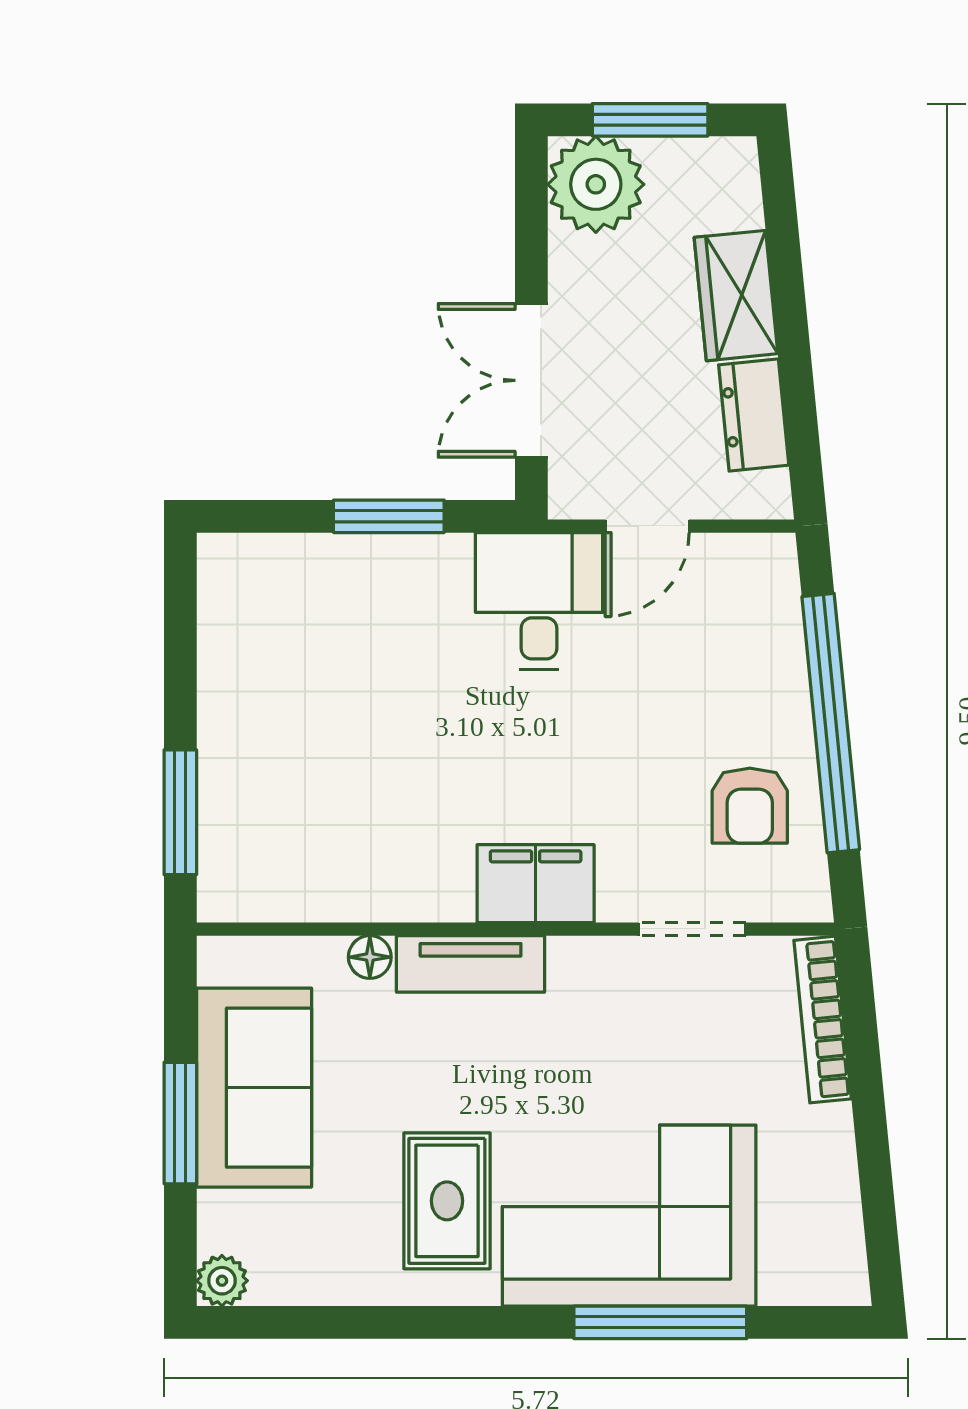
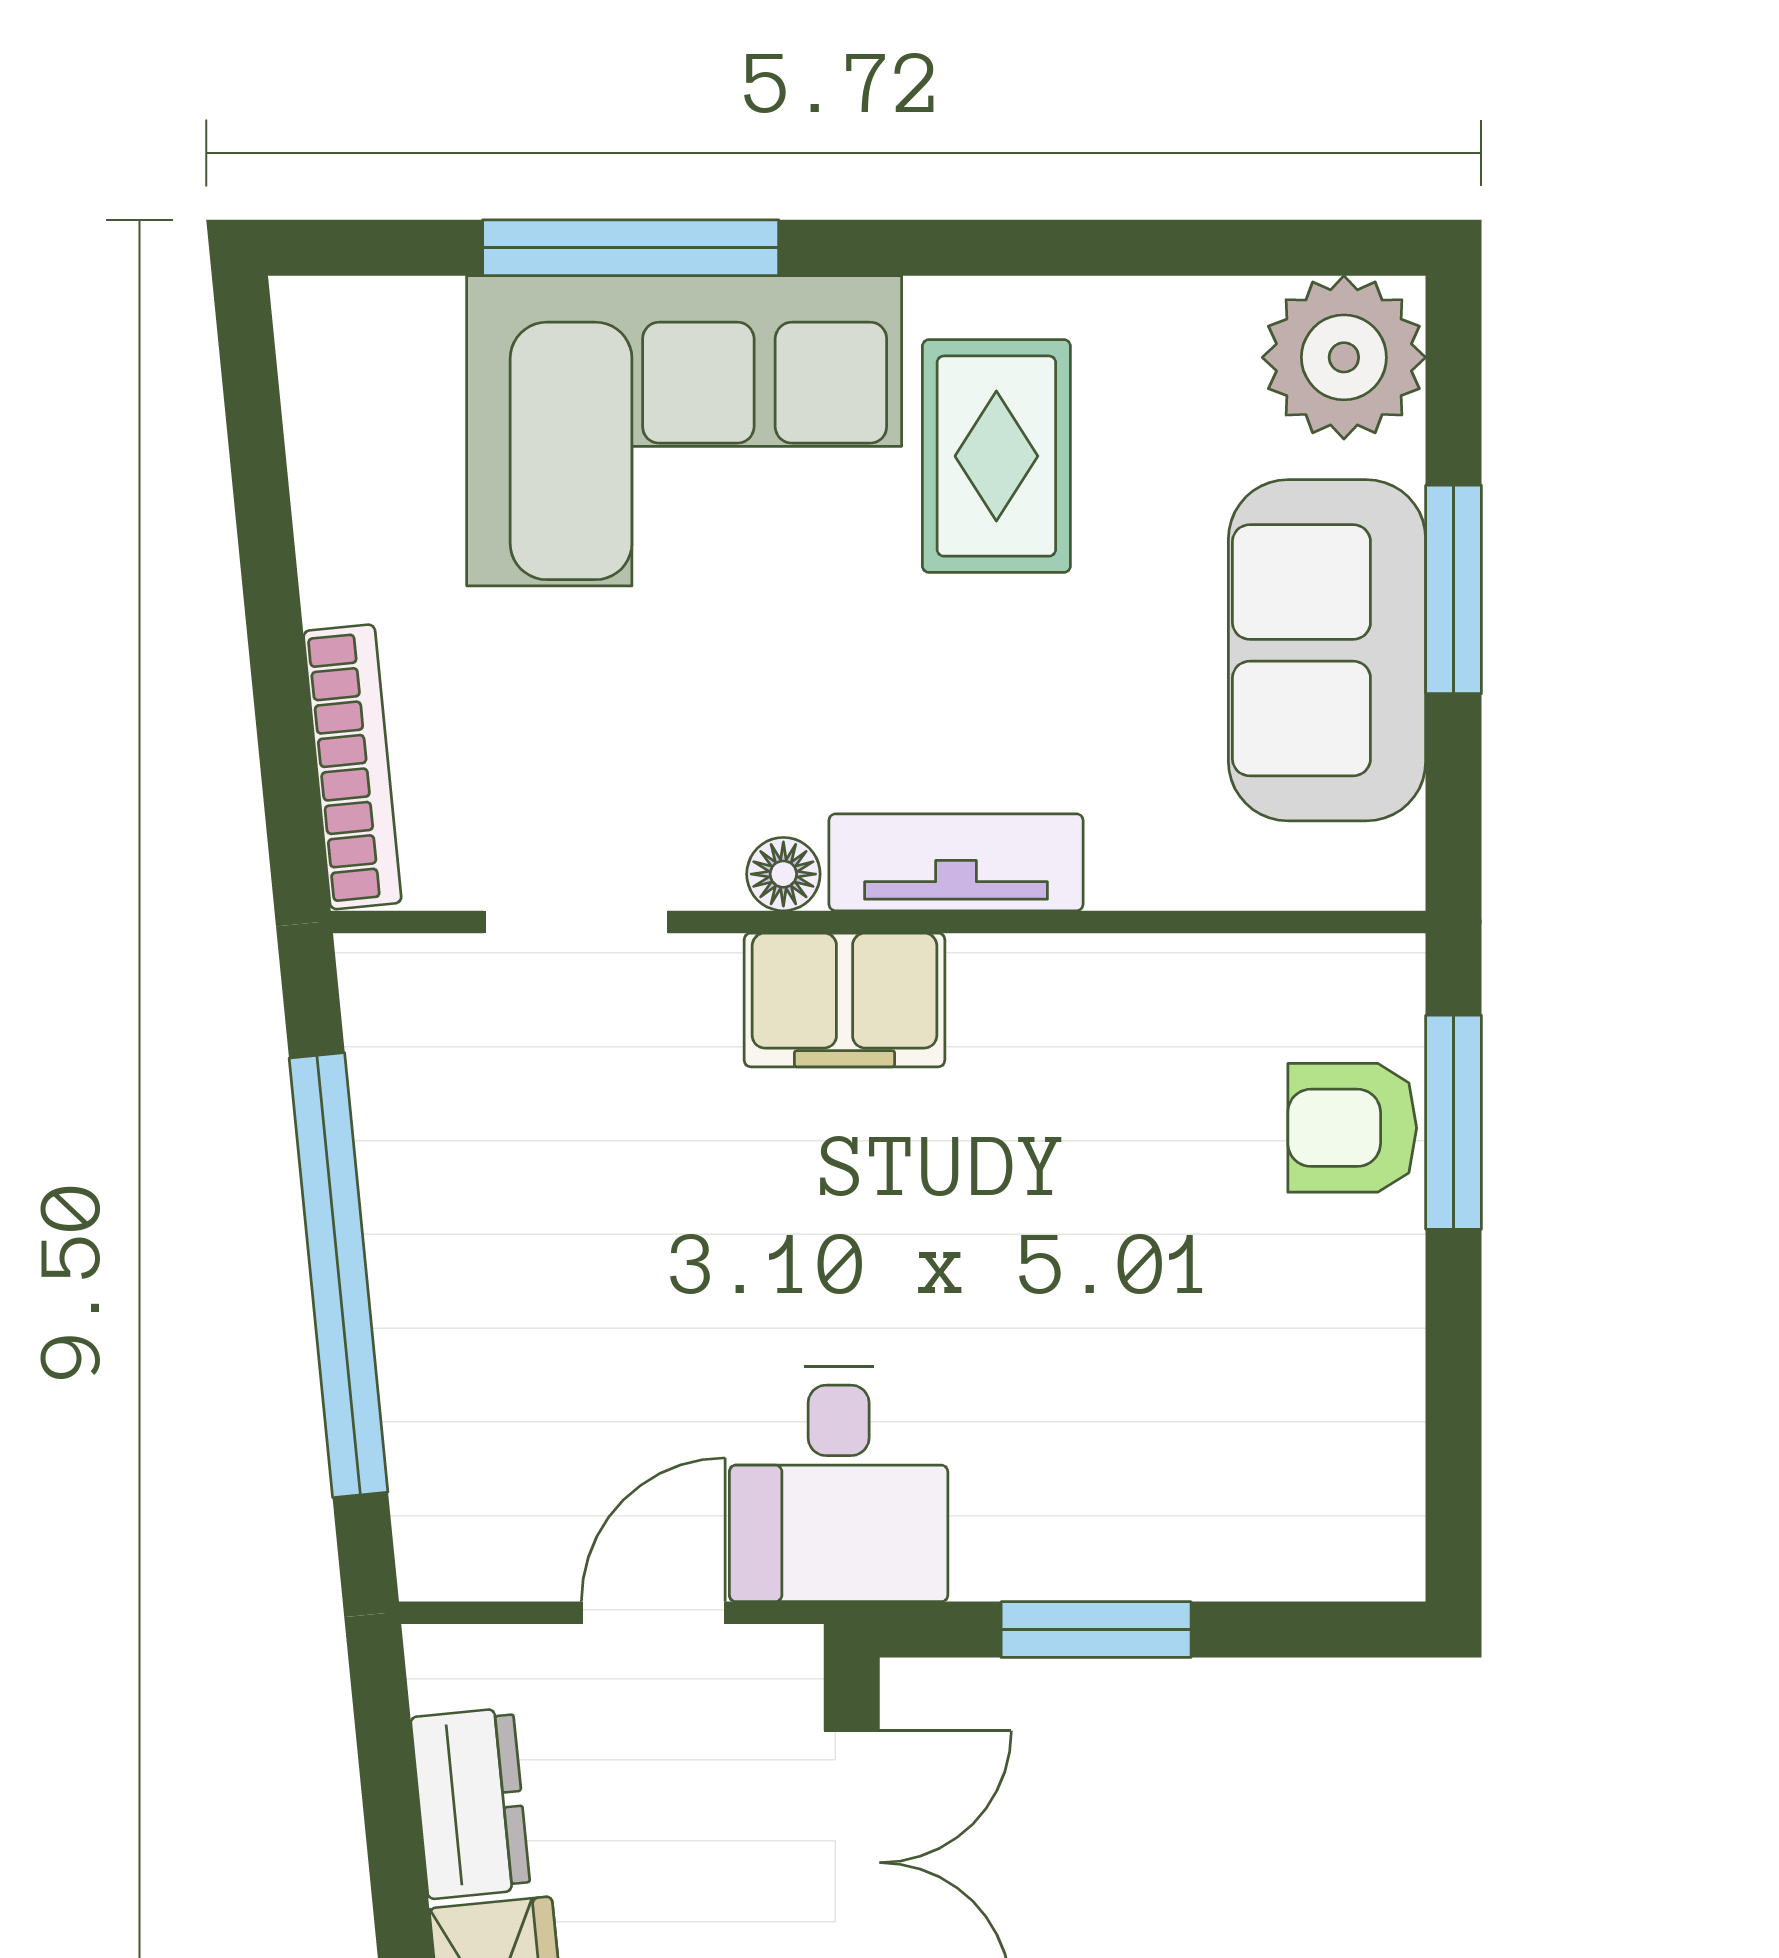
armchair: (750, 806) -> (1352, 1128), moved, turned -90
floor lamp: (370, 957) -> (783, 874), moved
plant: (222, 1281) -> (1344, 357), width x1.88, depth x1.88

